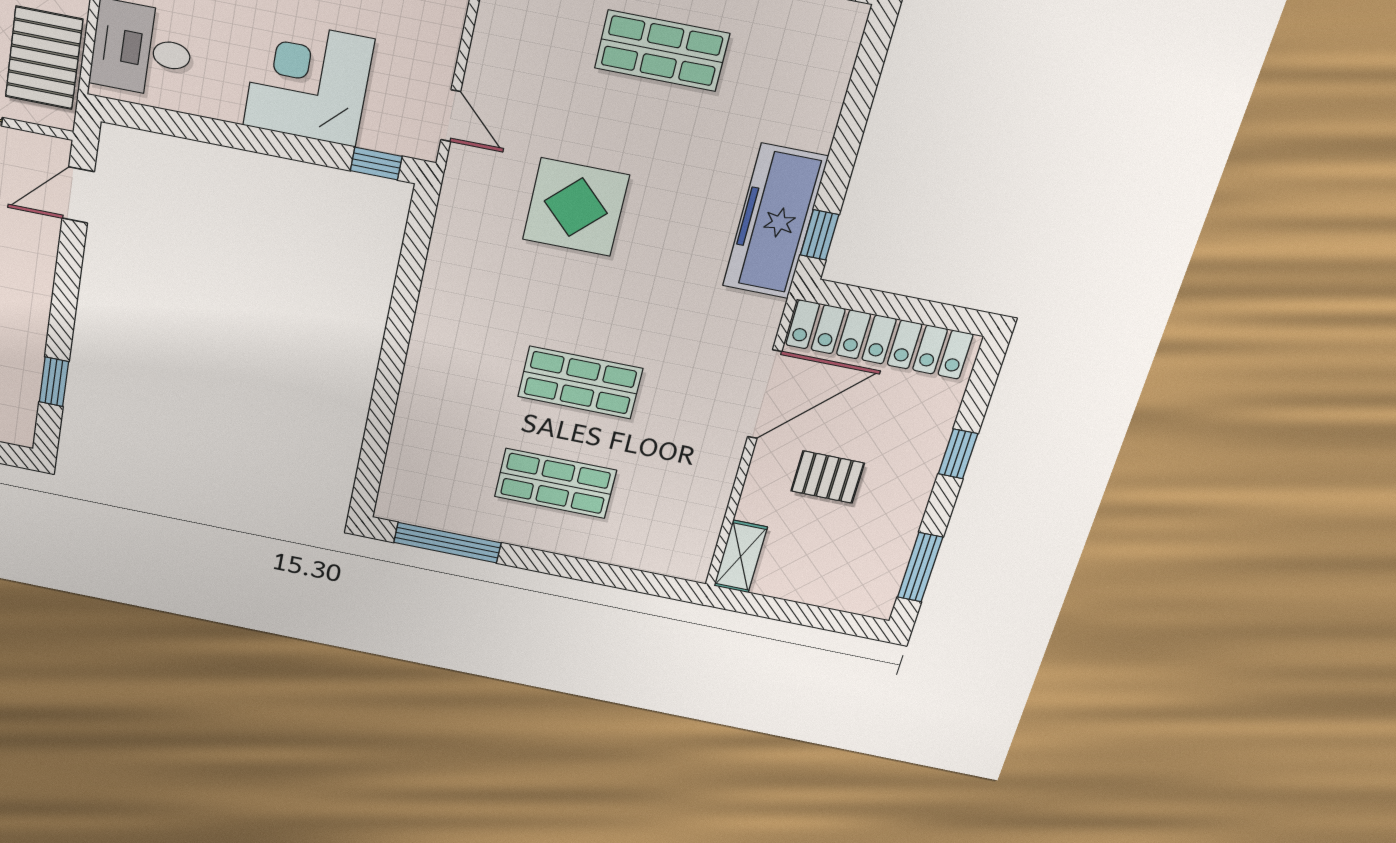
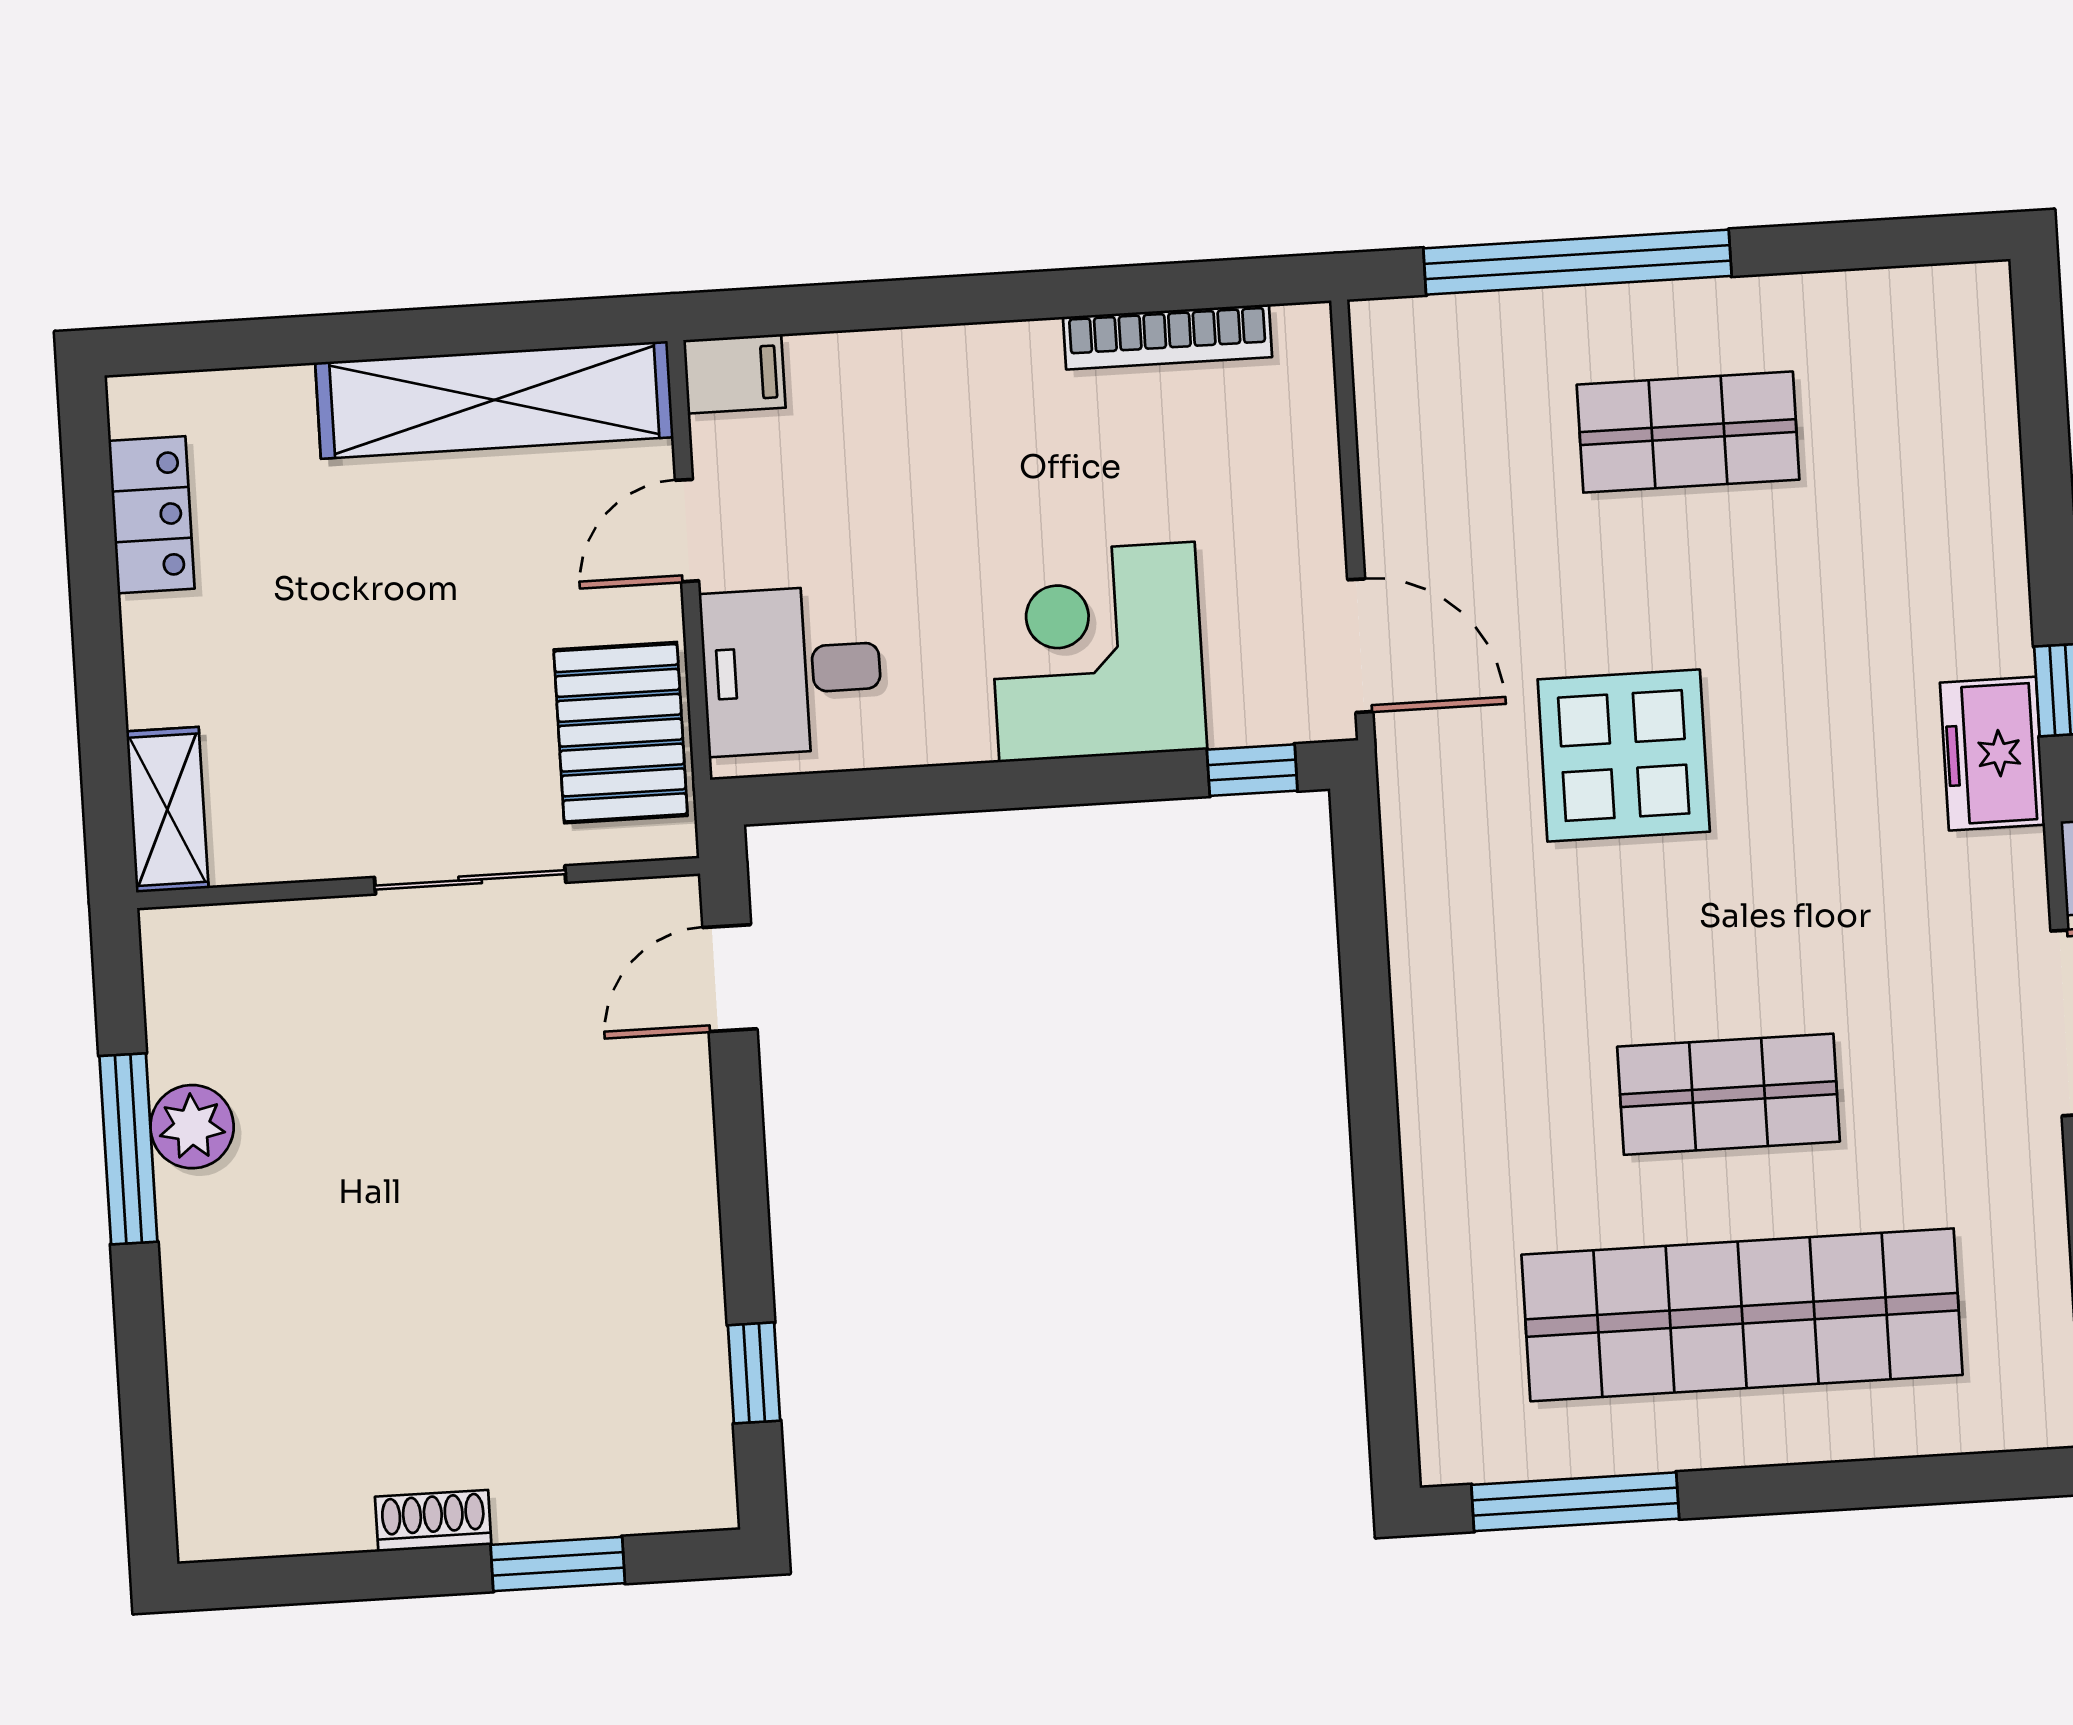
door: (451, 116) -> (1360, 646), width x1.37
freezer: (775, 222) -> (1993, 754), width x0.52, depth x0.79
shop shelf: (555, 483) -> (1742, 1315), width x2.00, depth x1.36

